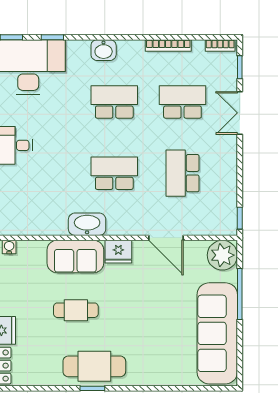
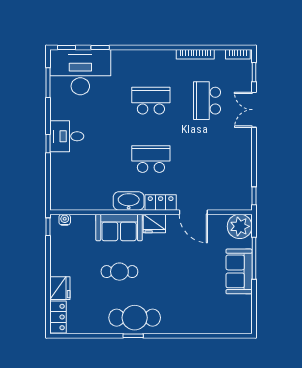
washbasin: (104, 50) -> (142, 58), removed
school desk: (182, 102) -> (207, 101), turned -90
school desk: (182, 173) -> (207, 159), removed
locker: (126, 226) -> (161, 202), added
sofa: (217, 333) -> (239, 271), width x0.54, depth x0.79

